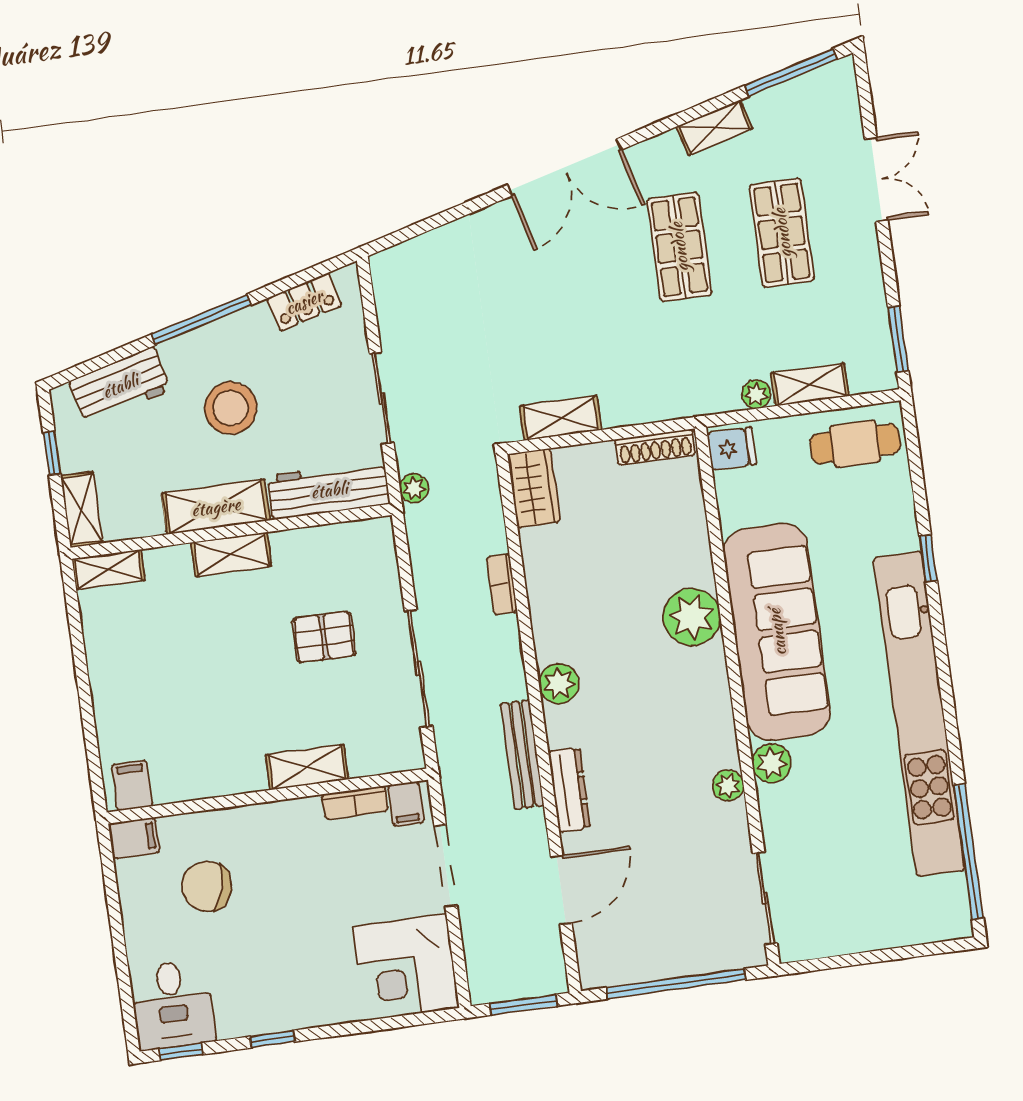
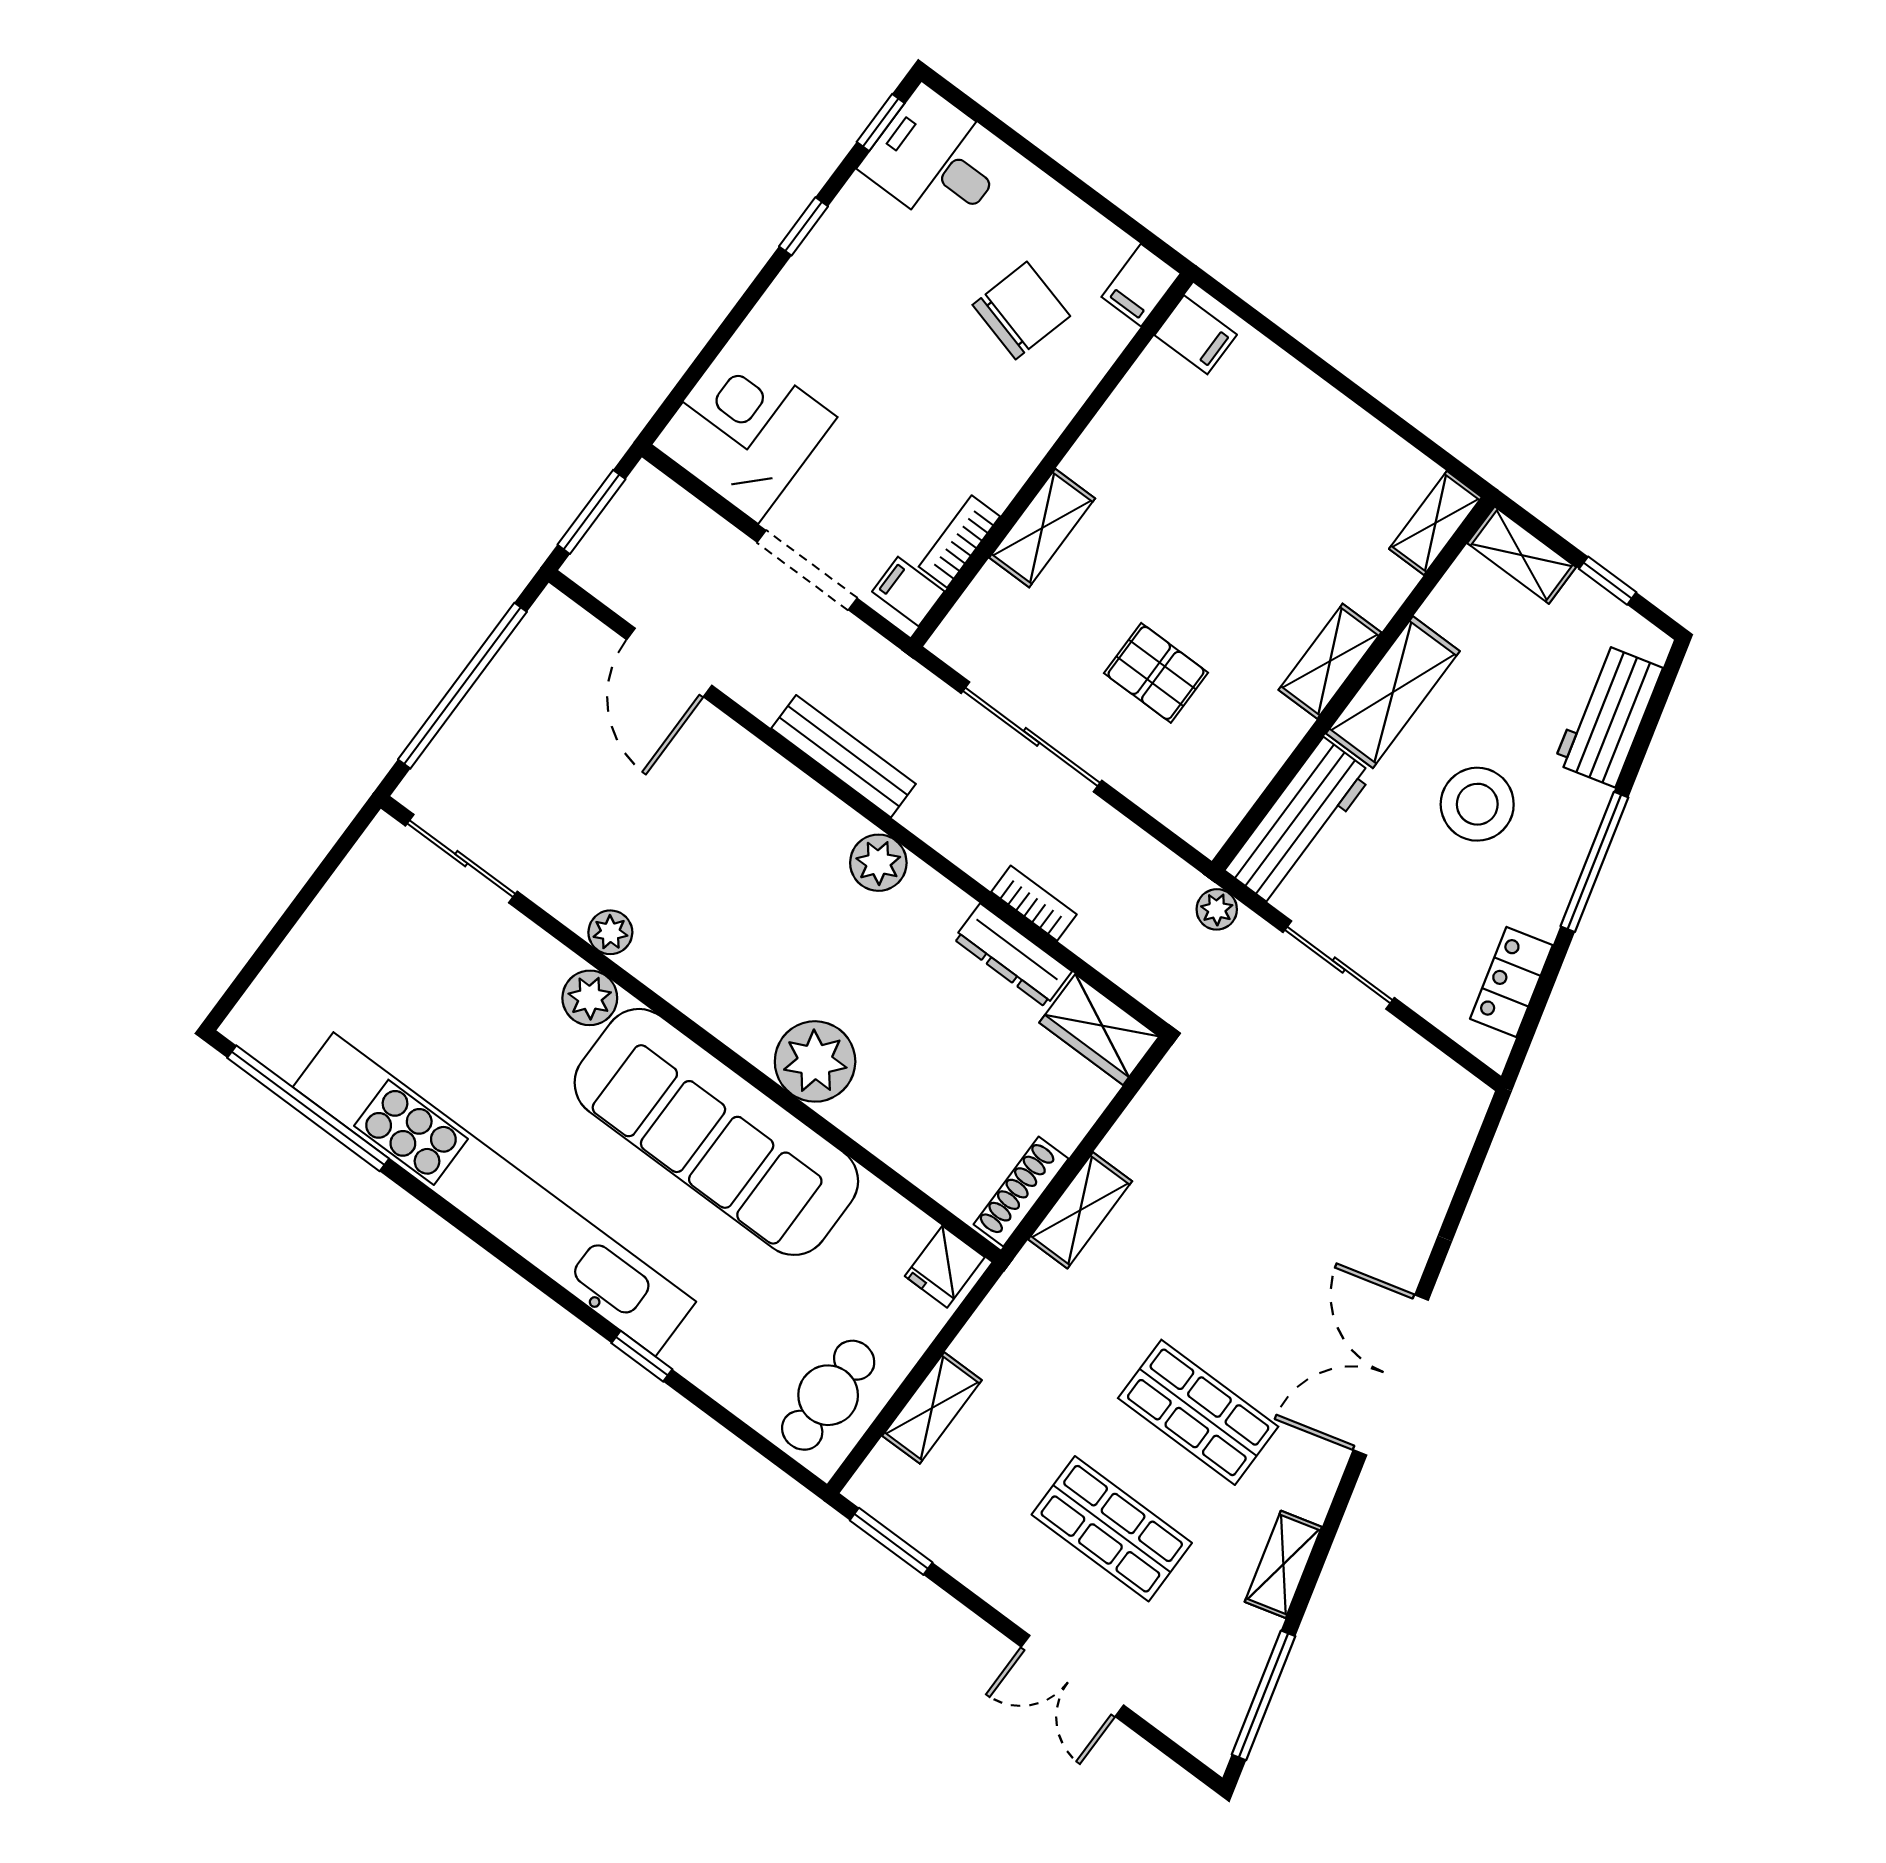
plant: (756, 394) -> (975, 1345), removed
shelving: (561, 418) -> (1080, 1210), moved
pallet: (324, 637) -> (1156, 673), turned 90
dresser: (569, 790) -> (1013, 955), moved

